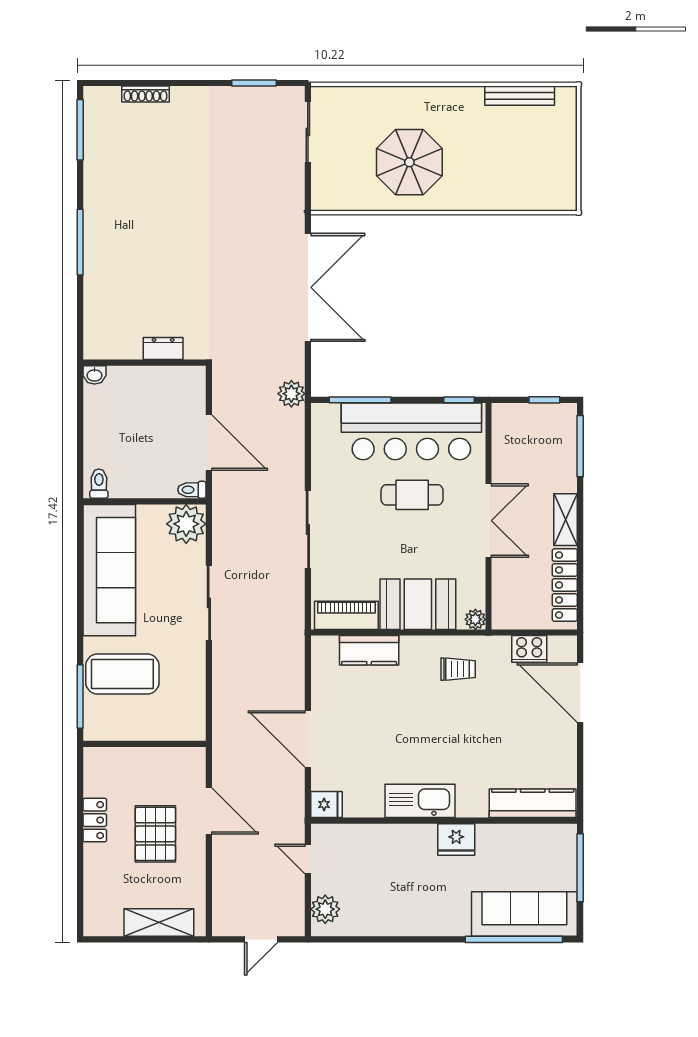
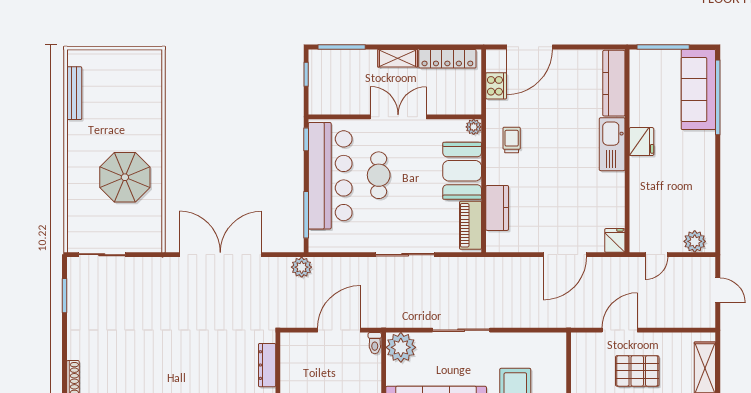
dresser: (163, 349) -> (267, 365), width x1.44
kitchen sink: (420, 801) -> (612, 144), moved

